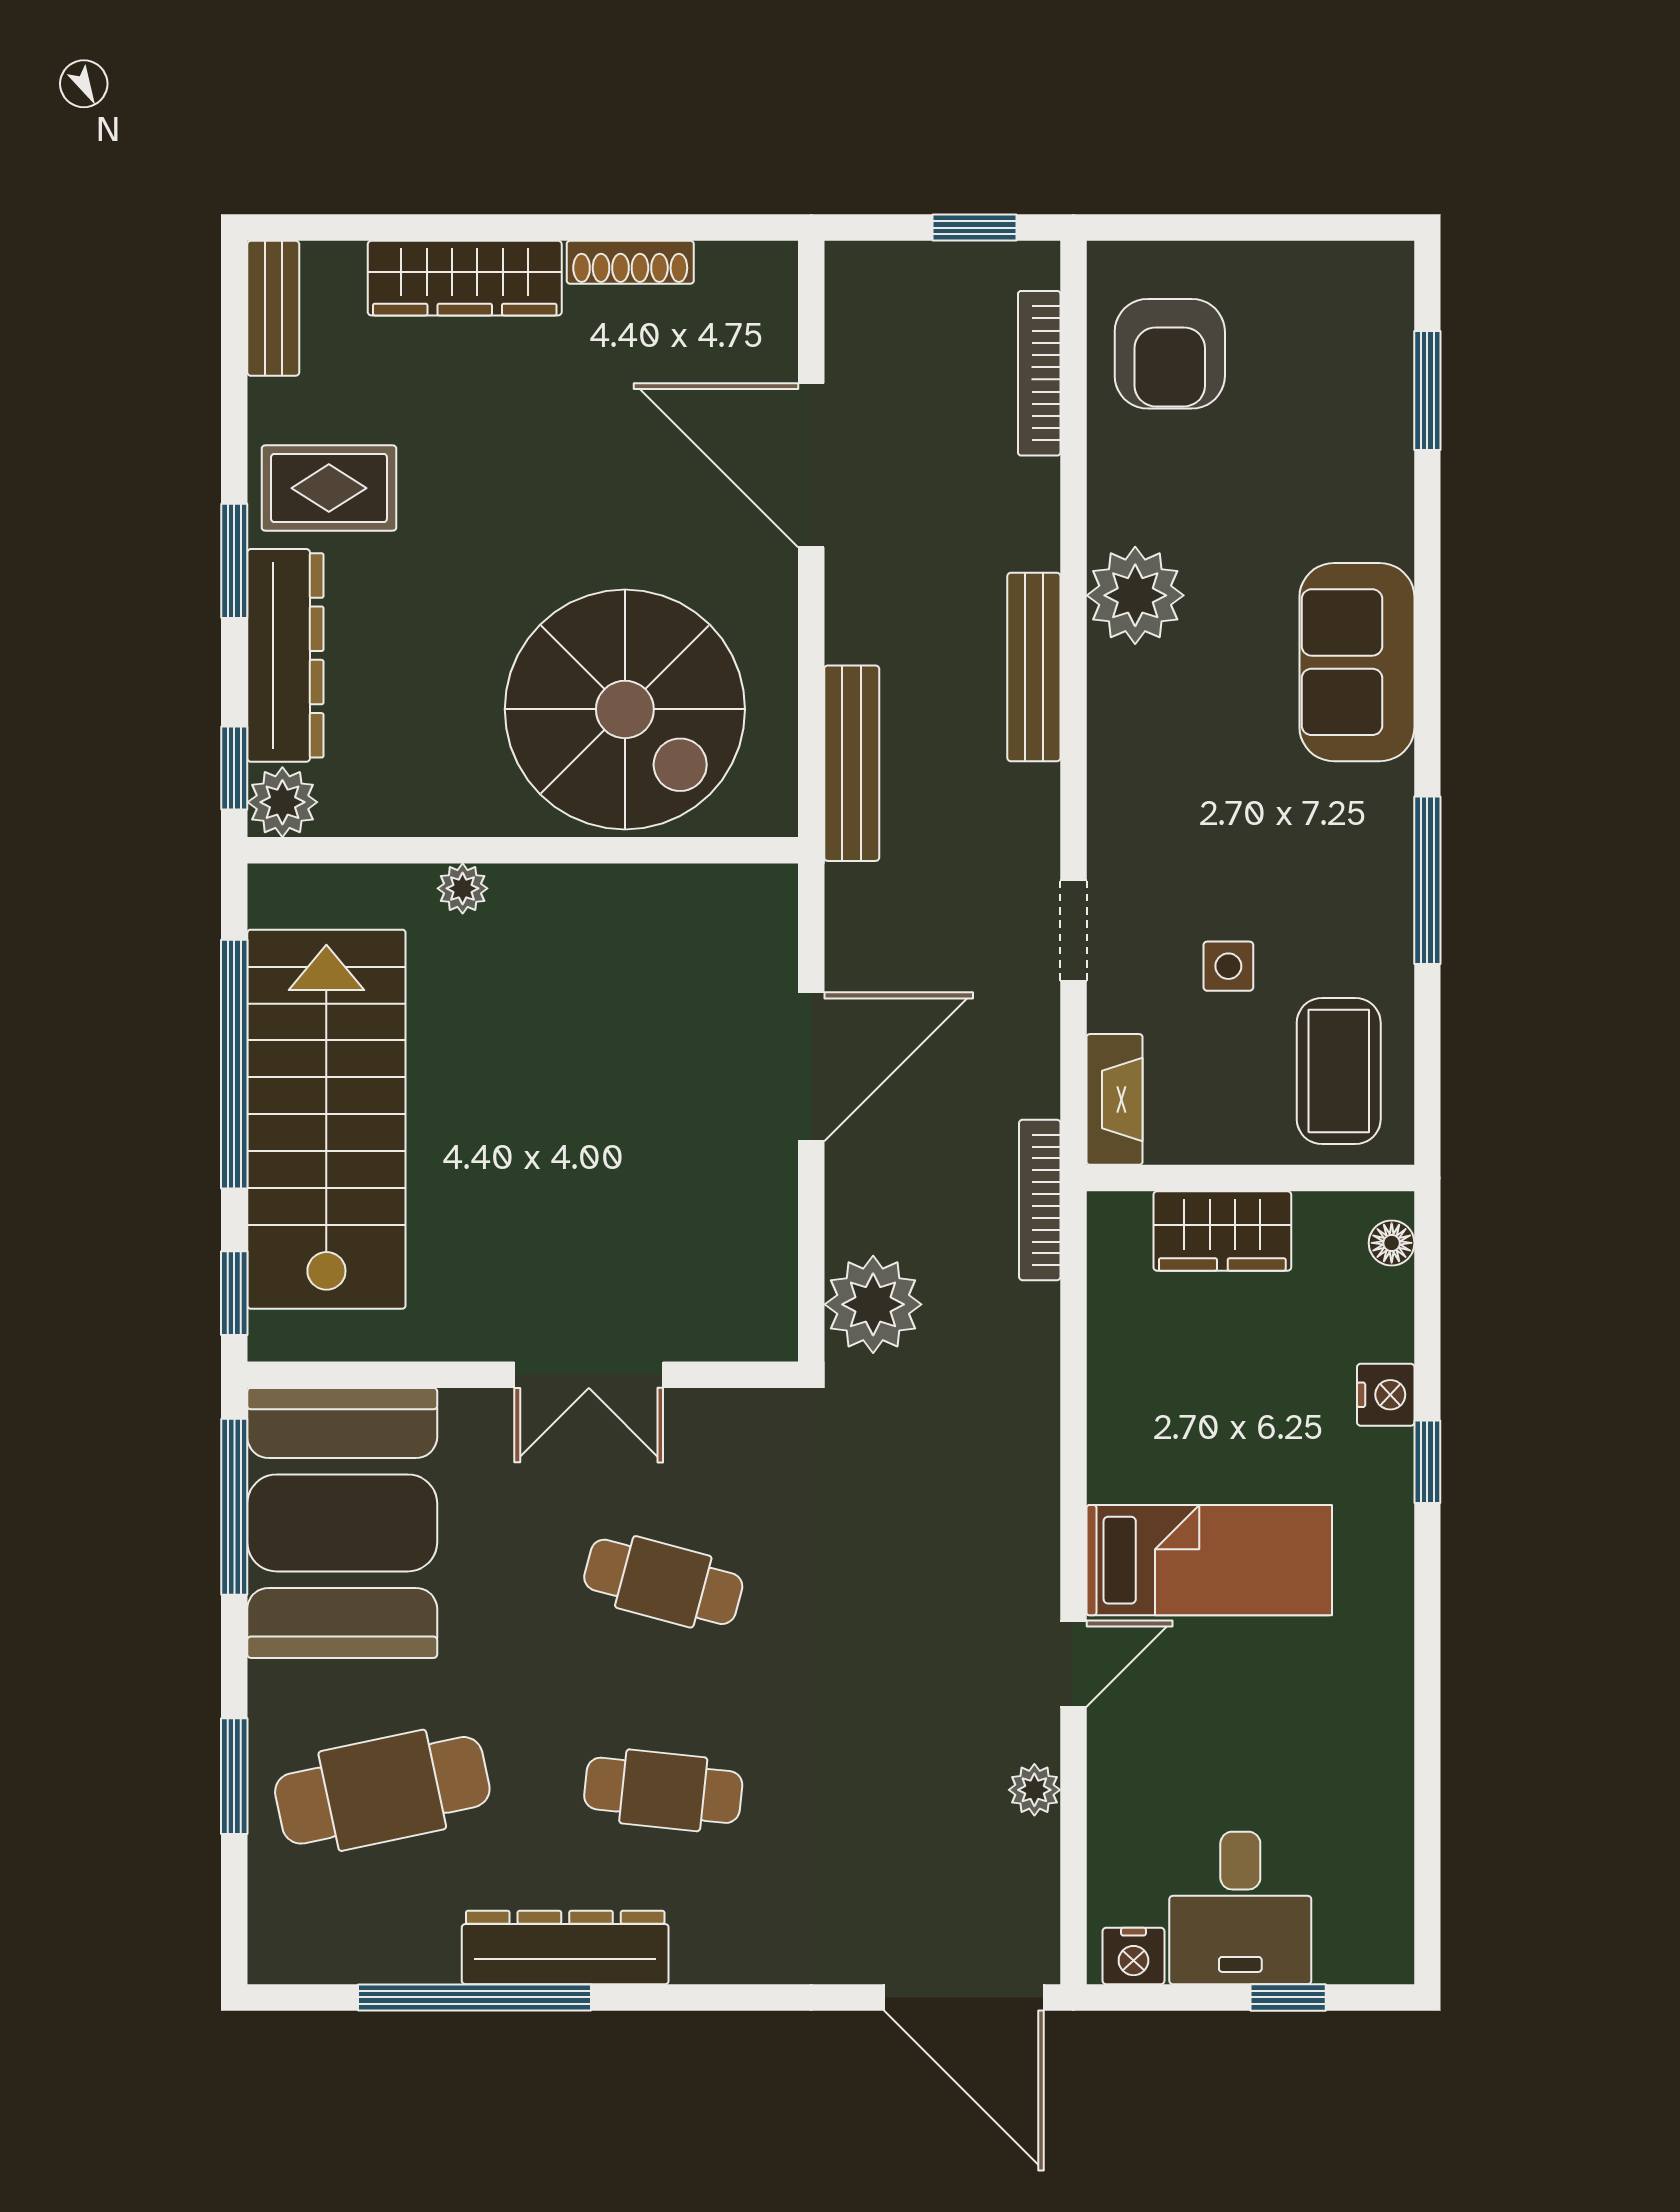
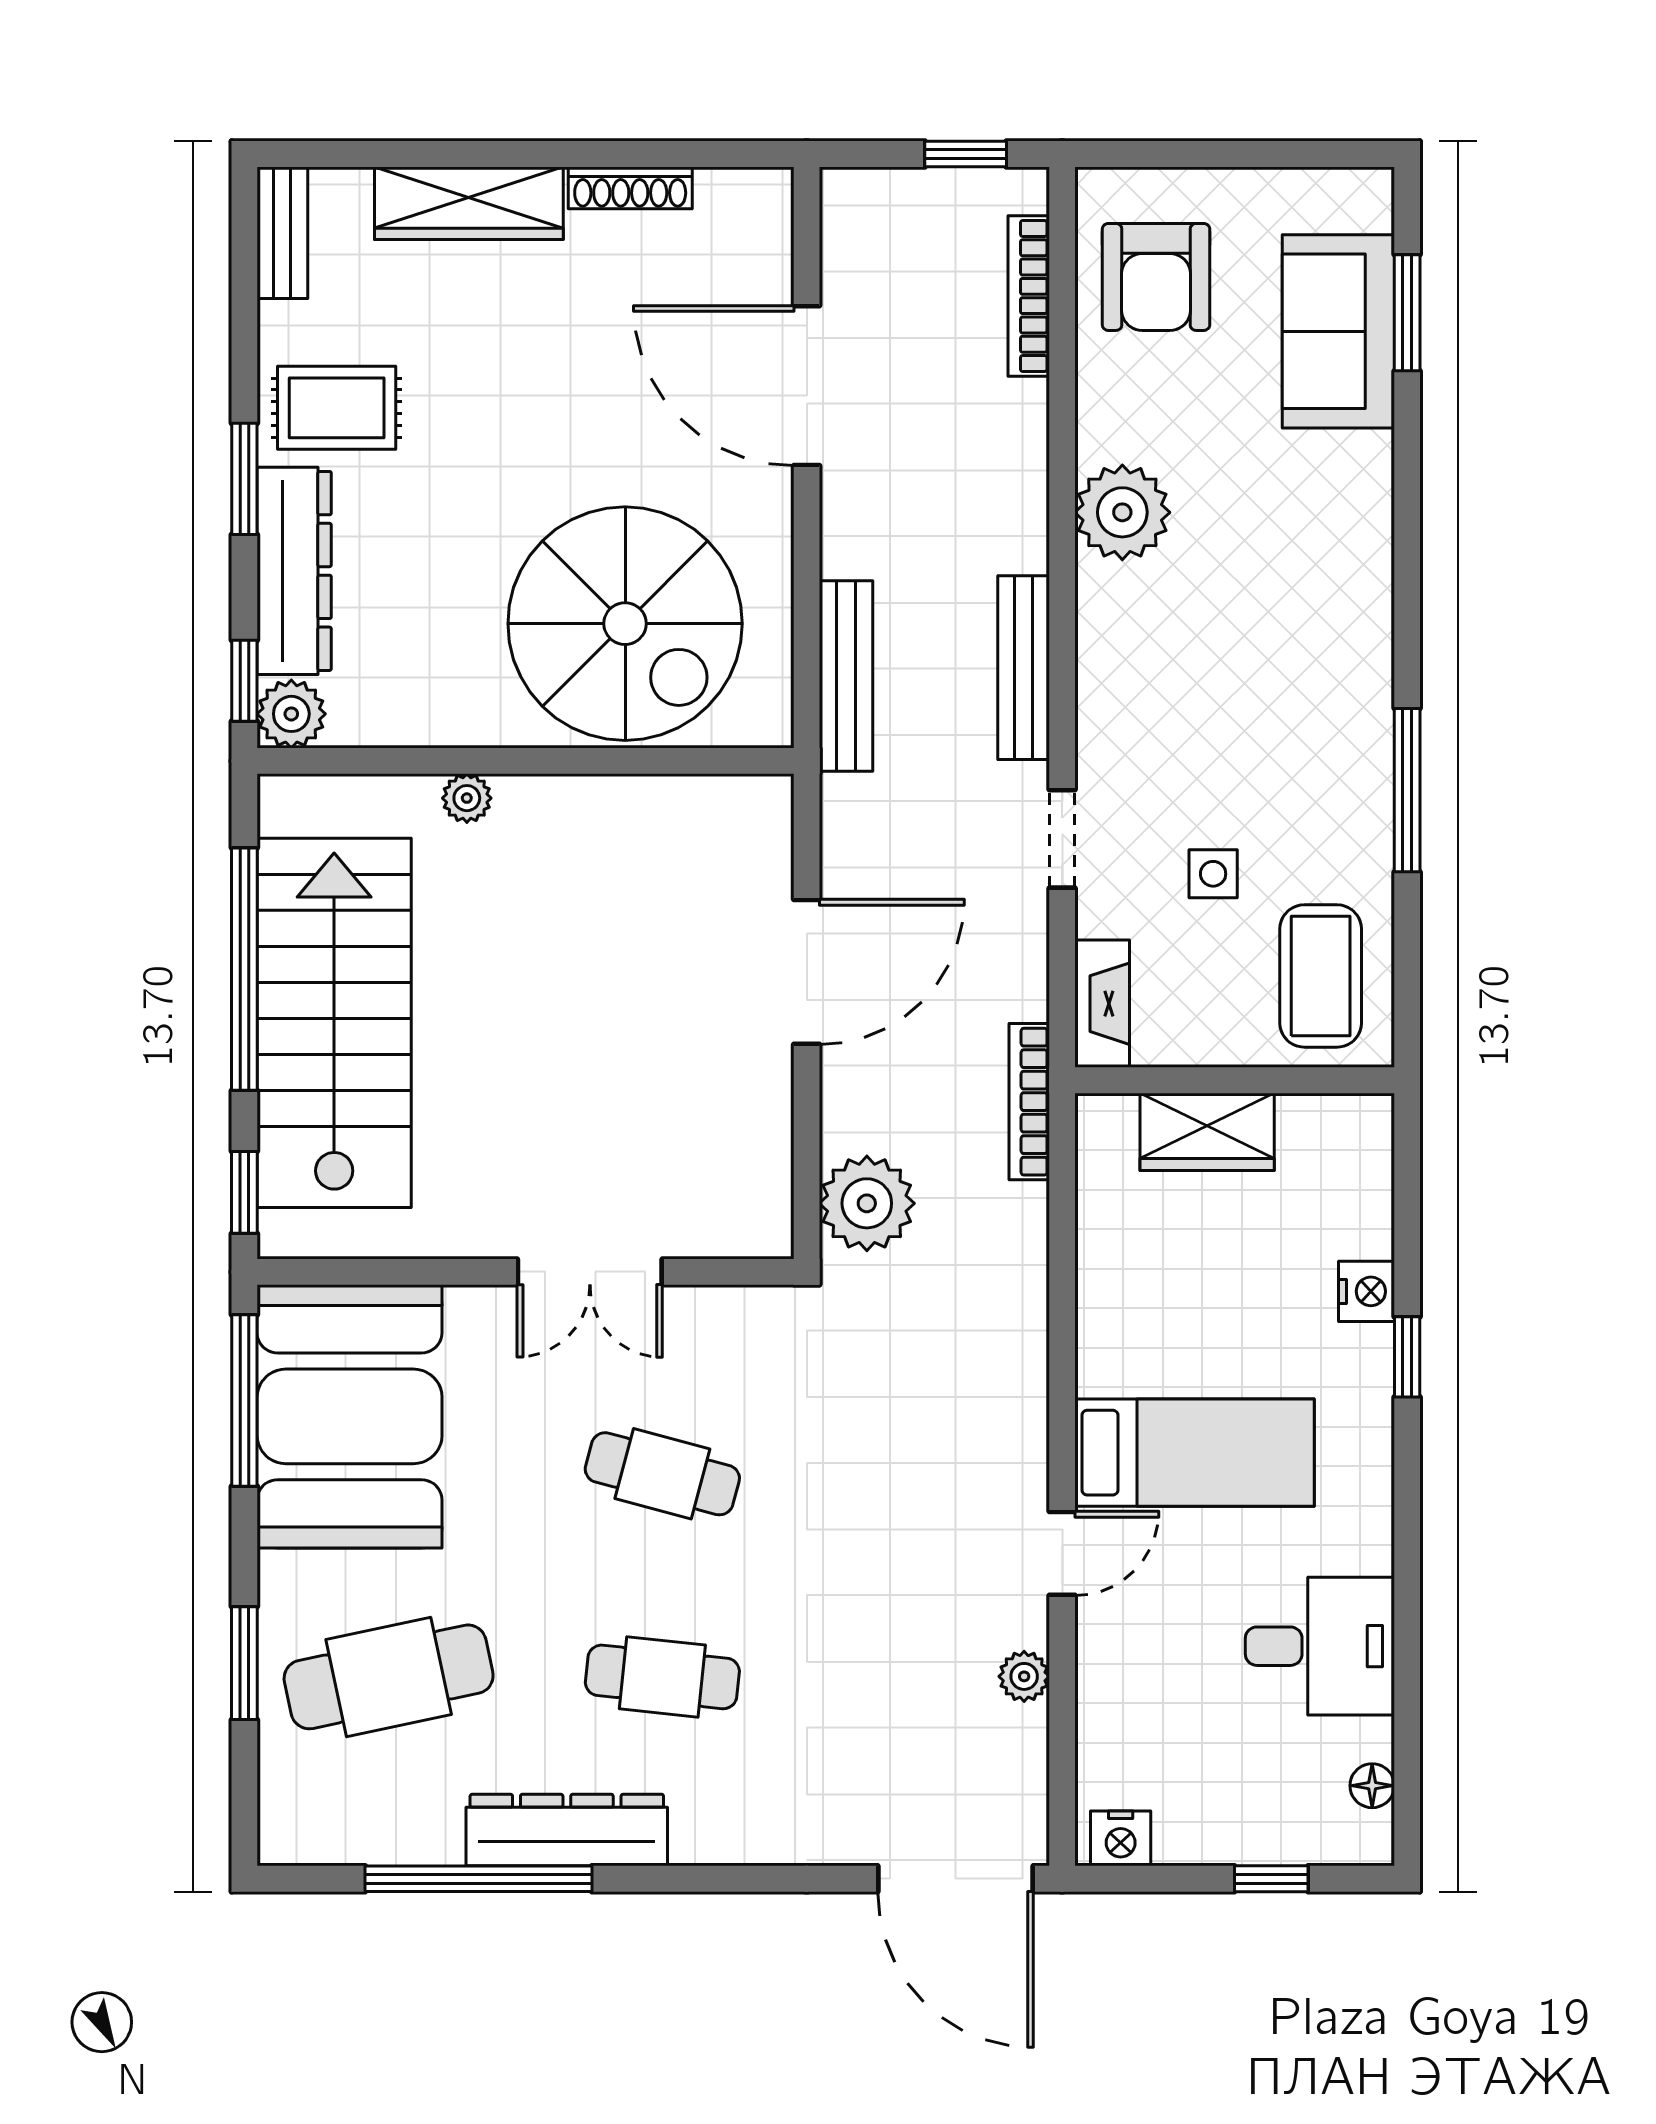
sofa: (1357, 662) -> (1338, 331), moved
bench: (1034, 667) -> (1024, 668), moved
floor lamp: (1392, 1243) -> (1372, 1786), moved
desk: (1240, 1908) -> (1320, 1646), moved, turned -90

